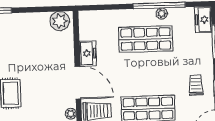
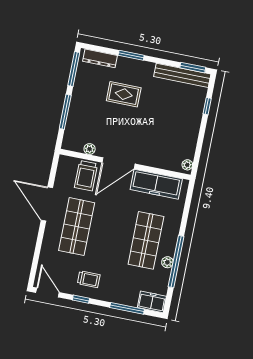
plant: (60, 21) -> (187, 165), width x0.53, depth x0.53
freezer: (88, 53) -> (156, 184), width x1.91, depth x1.26

